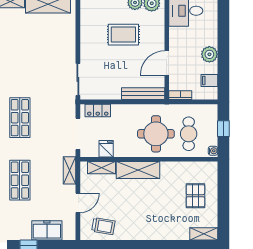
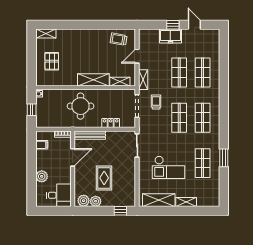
rug: (123, 35) -> (104, 178), turned 90
checkout: (35, 49) -> (168, 167), added
plant: (209, 54) -> (42, 176), moved
locker: (98, 110) -> (111, 123), moved
cafe table: (189, 134) -> (57, 106), removed
trolley: (52, 139) -> (156, 102), added
fridge: (106, 149) -> (116, 95), removed
freezer: (47, 230) -> (170, 36), moved

